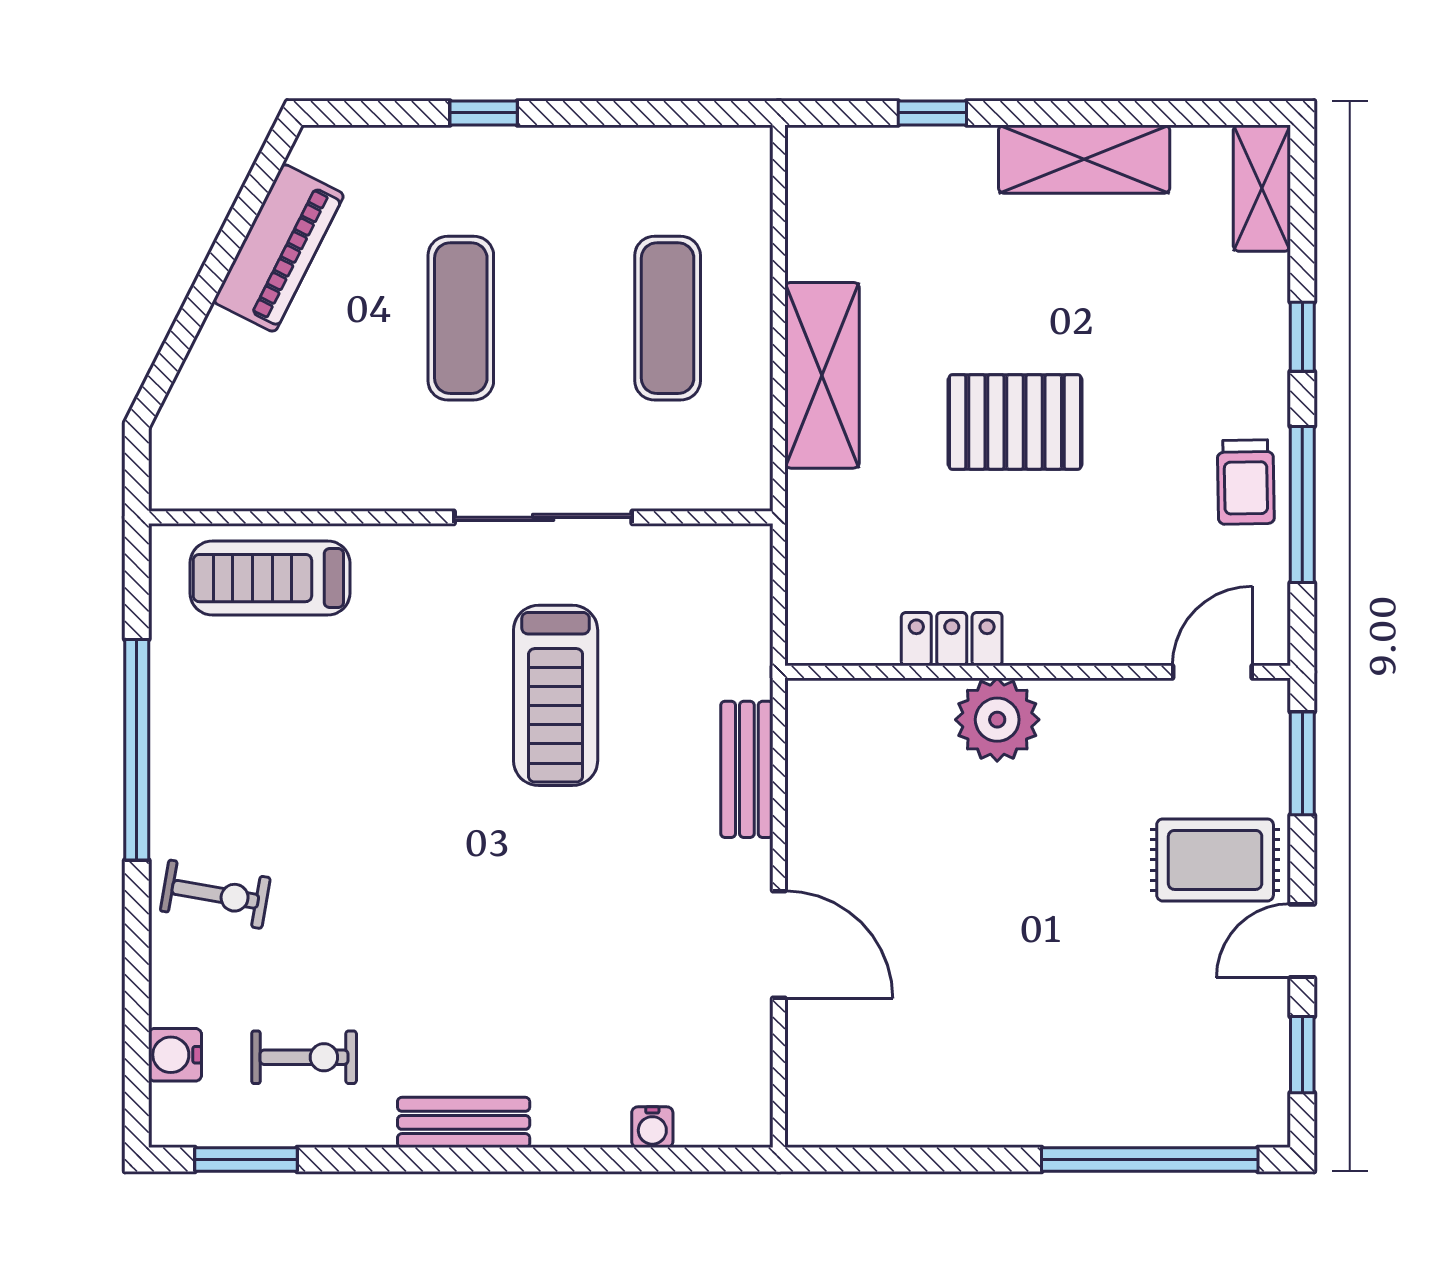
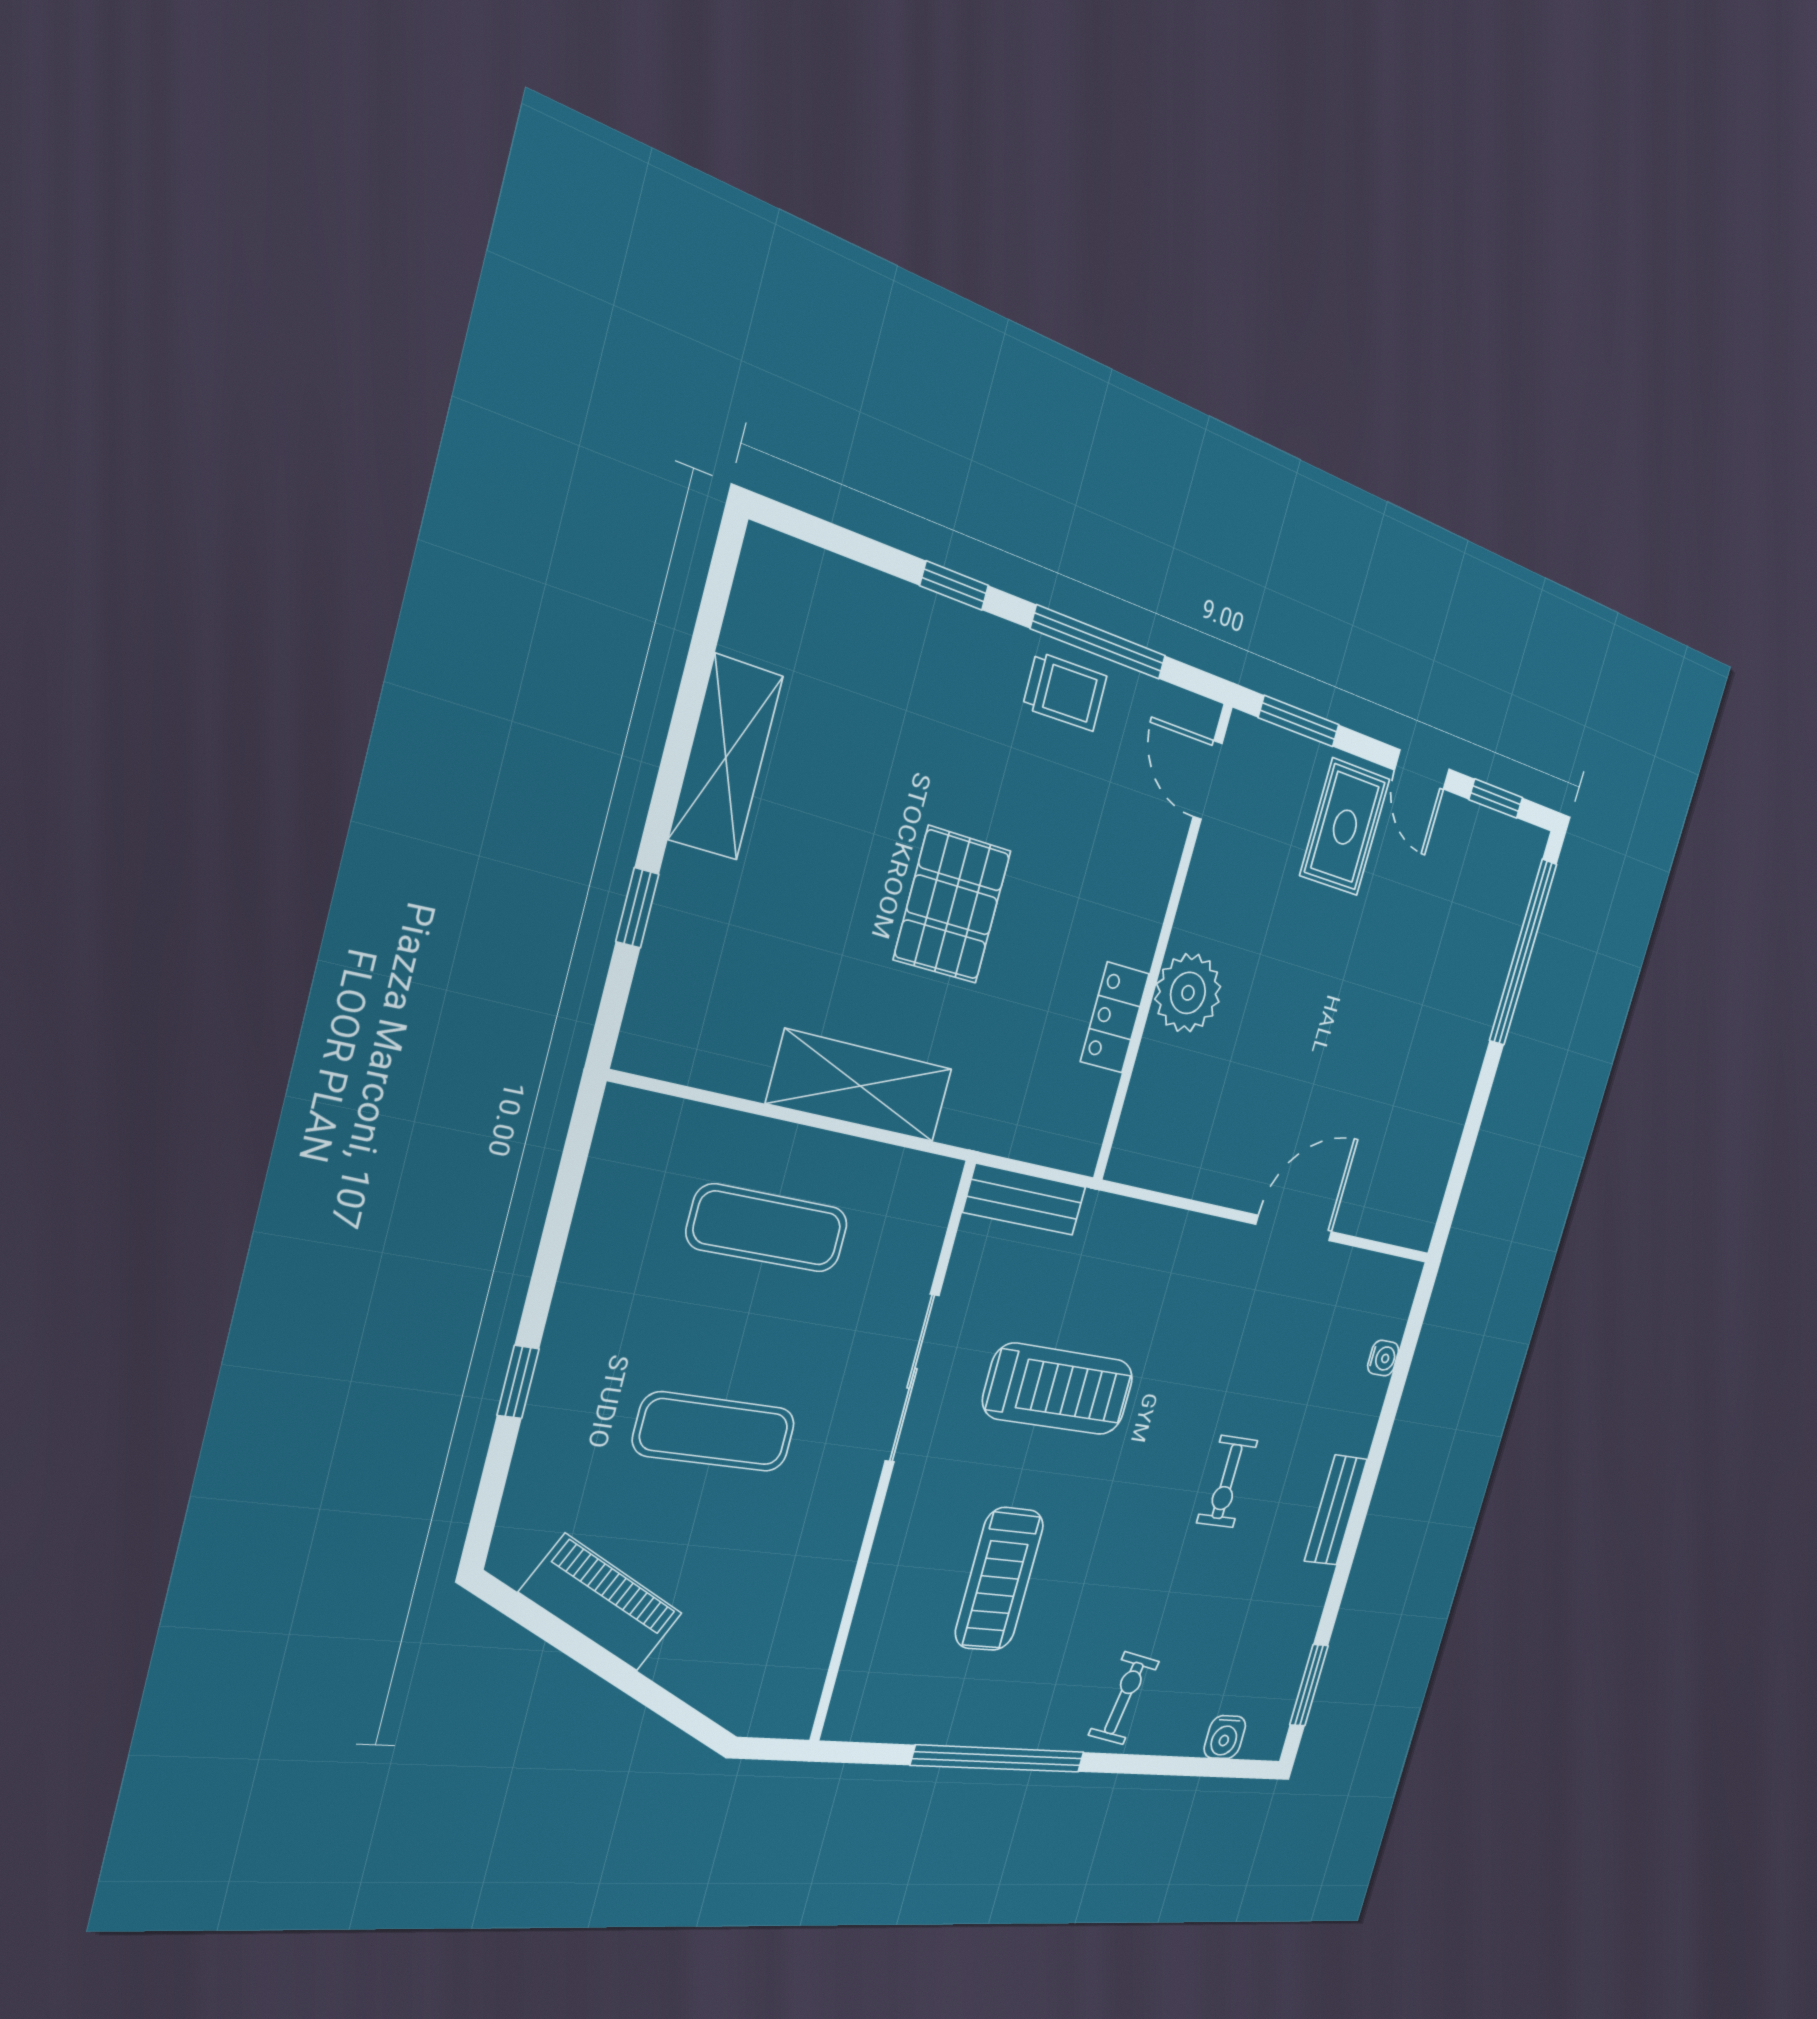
shelving: (1262, 188) -> (804, 575), removed
treadmill: (270, 578) -> (999, 1579), moved
bench: (747, 769) -> (1025, 1200), moved
exercise bike: (304, 1057) -> (1227, 1482), moved, turned 180

